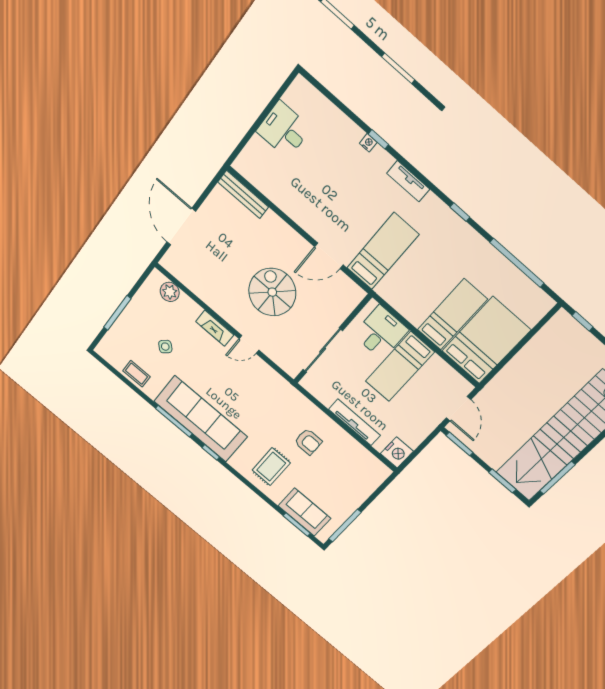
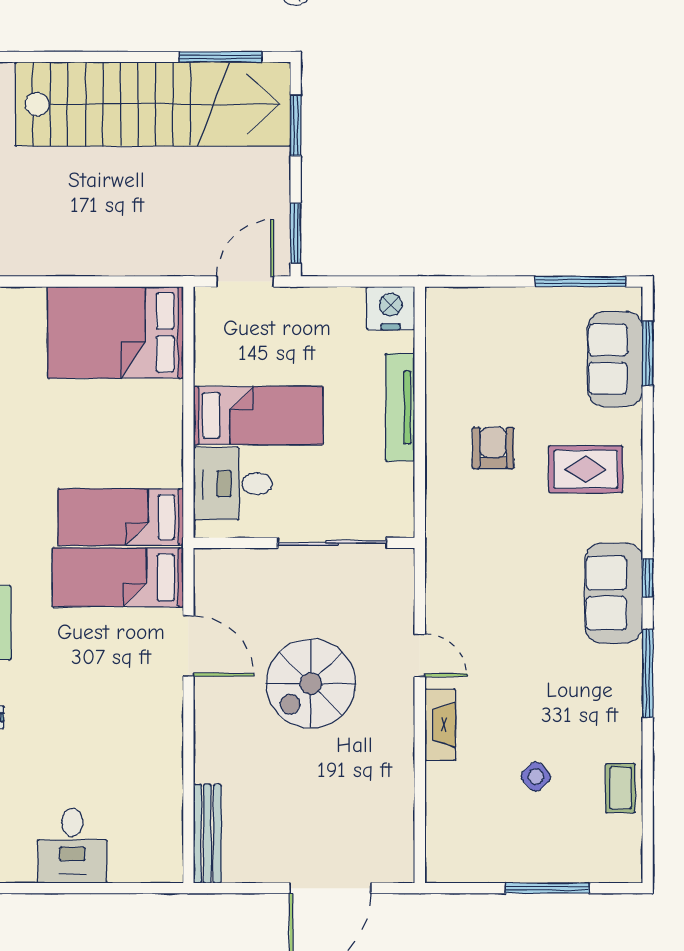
plant: (170, 292) -> (443, 833), removed
bed: (452, 315) -> (121, 517), moved
sofa: (201, 419) -> (614, 593), width x0.54, depth x0.79

